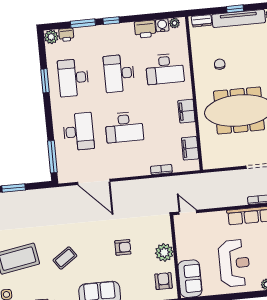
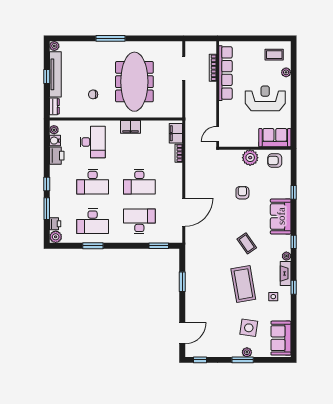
desk: (124, 127) -> (139, 182), turned 90
filing cabinet: (190, 148) -> (176, 133), moved, turned 90
window: (52, 157) -> (159, 246), width x0.69

